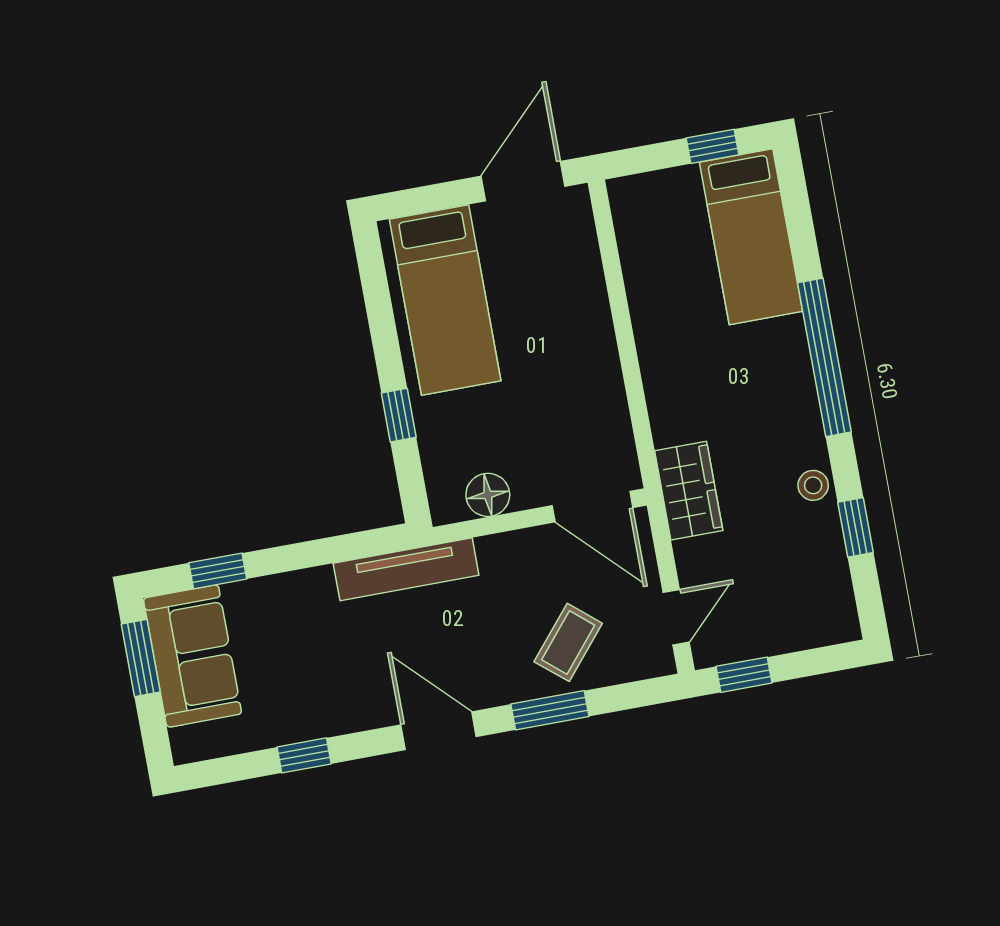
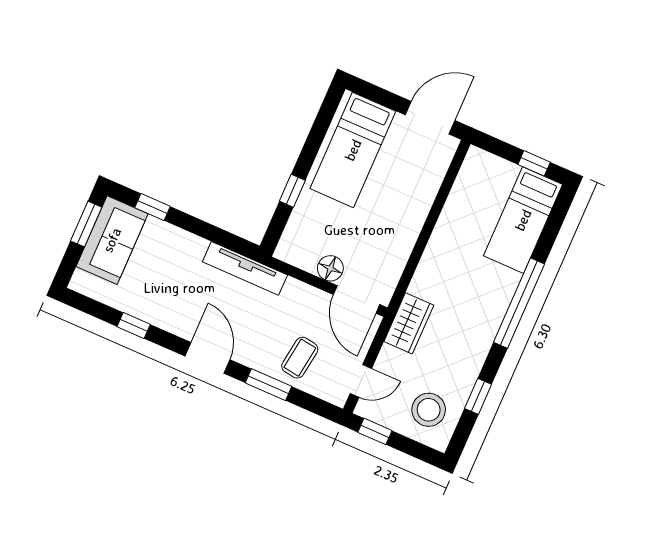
stool: (813, 485) -> (429, 410), moved, width x1.89, depth x1.89
floor lamp: (488, 495) -> (330, 268), moved
coffee table: (568, 642) -> (300, 358), turned -32

